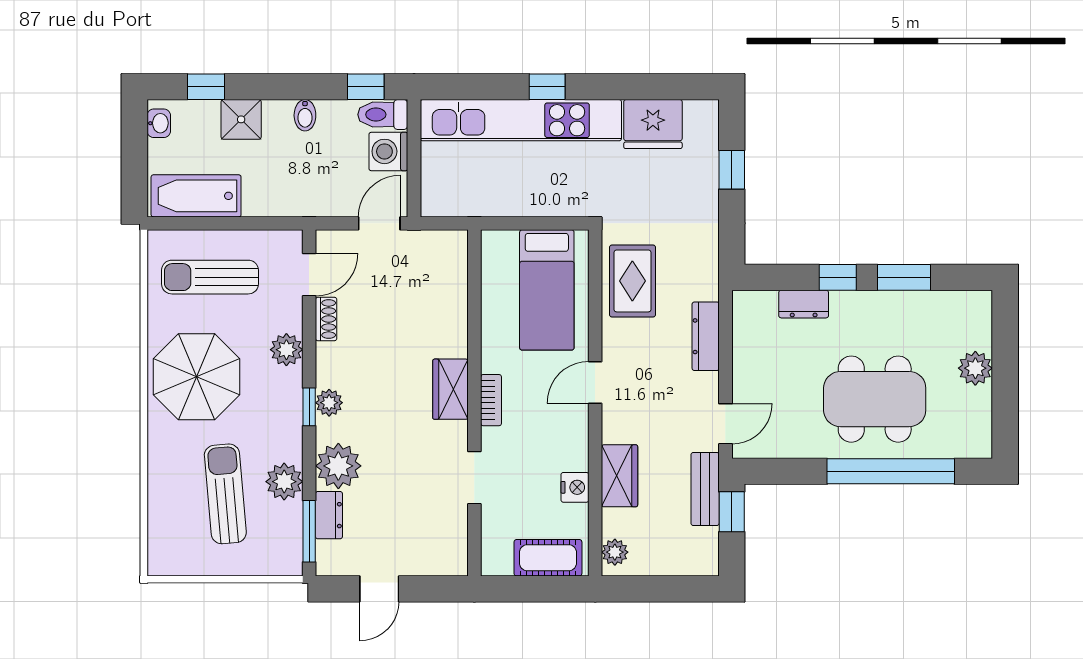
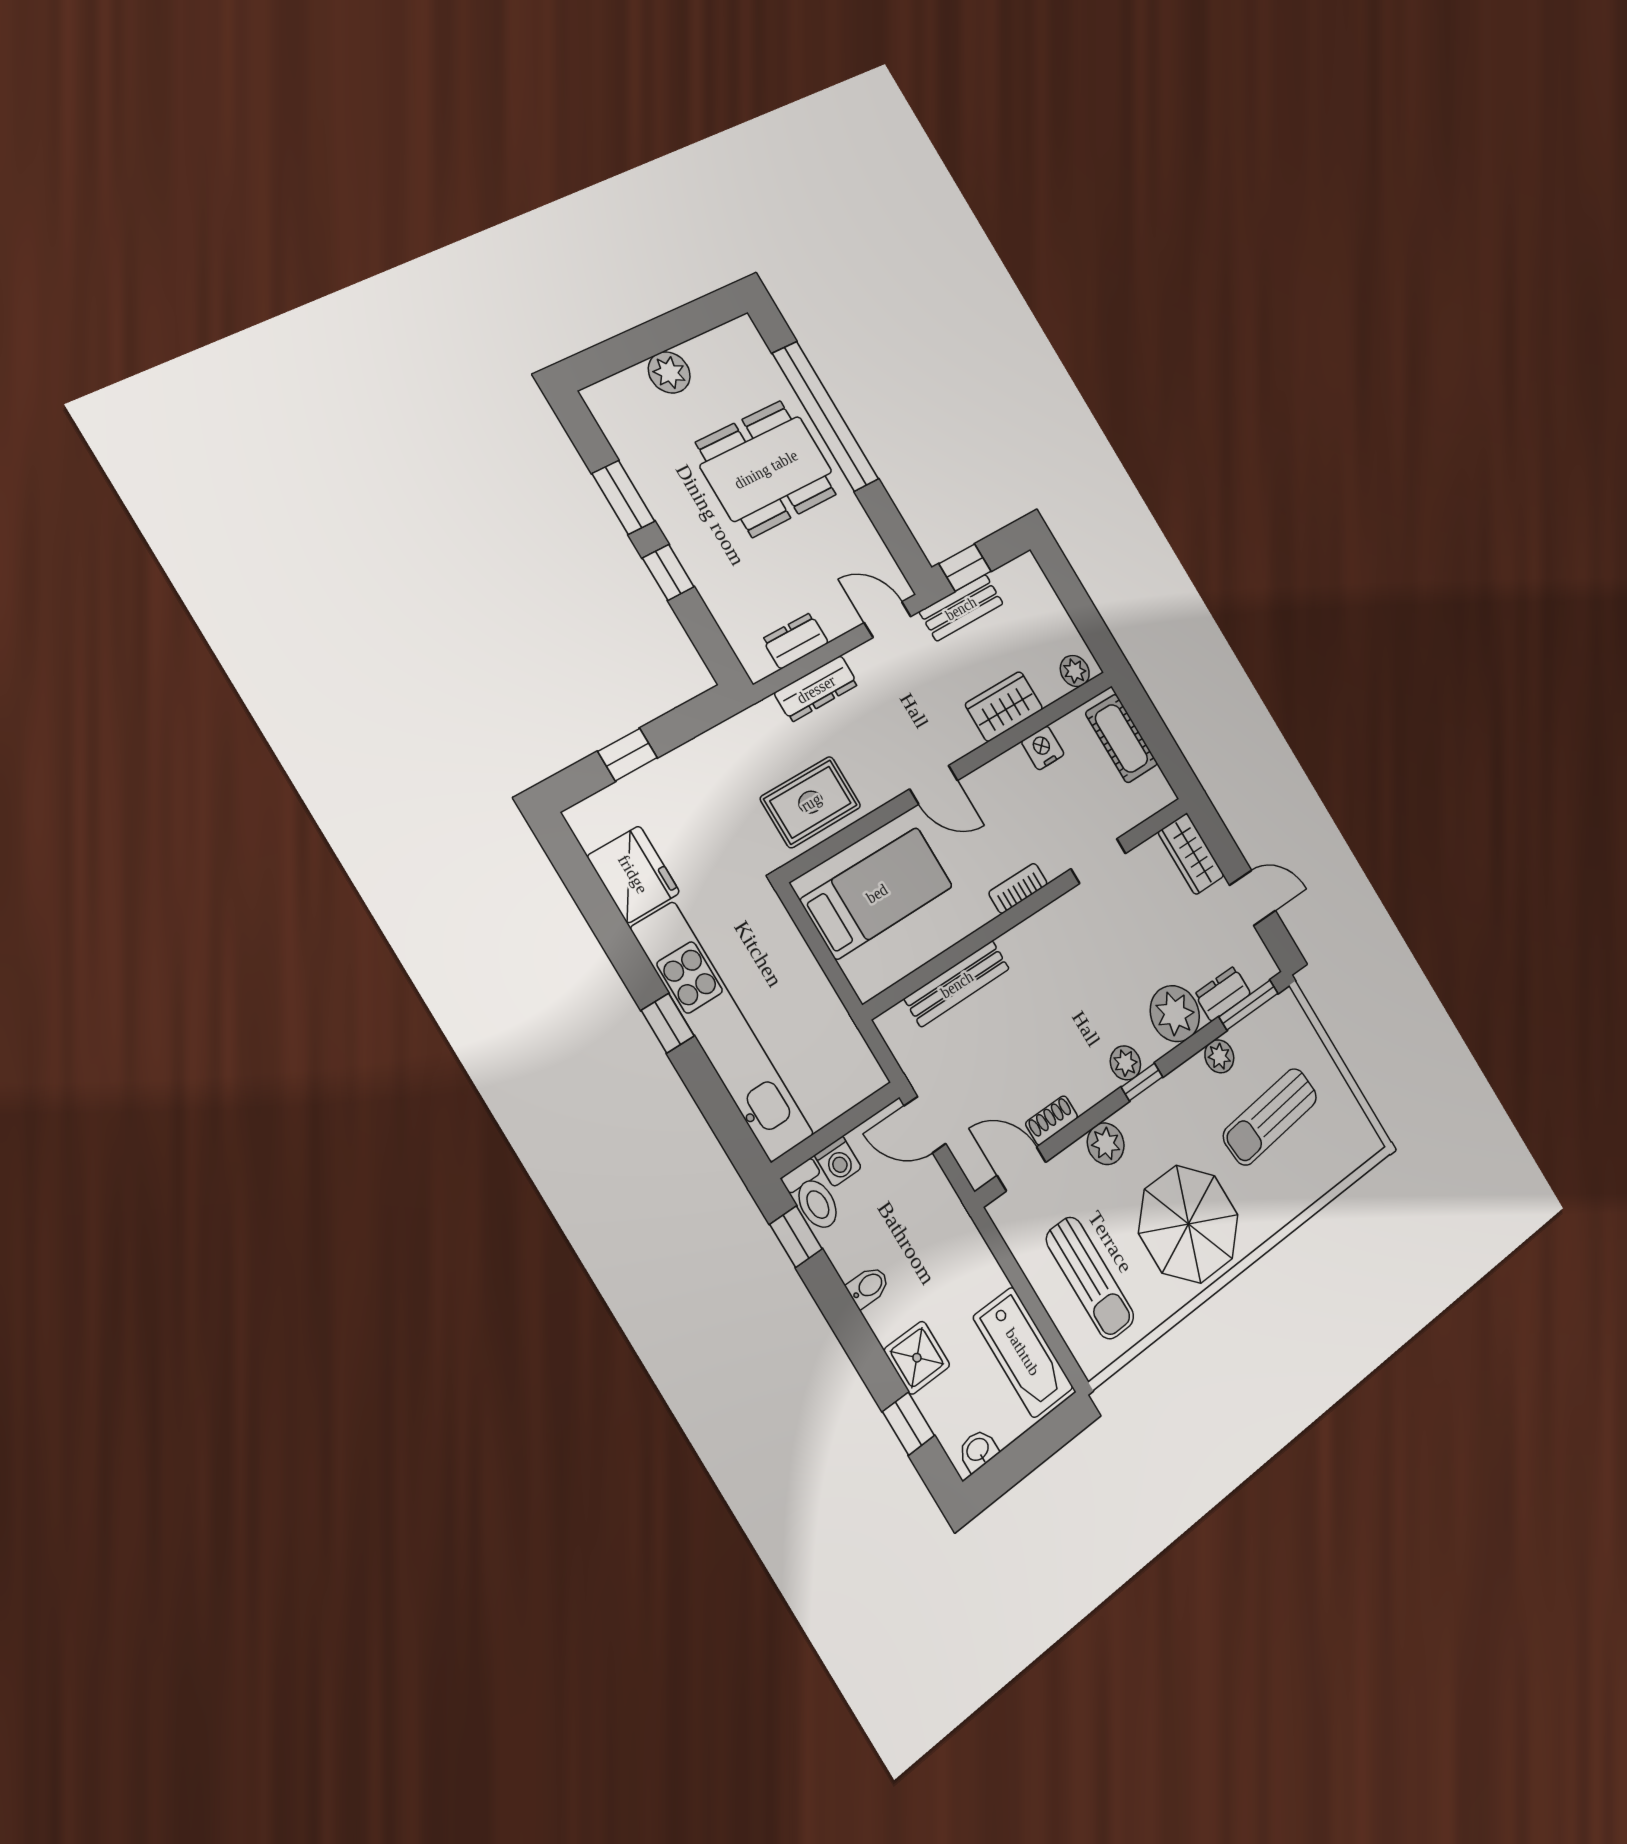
washing machine: (388, 151) -> (838, 1161), width x0.73, depth x0.73
dresser: (804, 304) -> (795, 641), moved, turned -90
bench: (455, 309) -> (957, 984), added
wardrobe: (450, 389) -> (1191, 854), moved, turned 90
dining table: (875, 399) -> (766, 469), turned 90
plant: (284, 482) -> (1219, 1056), width x0.73, depth x0.73

